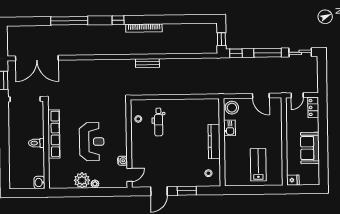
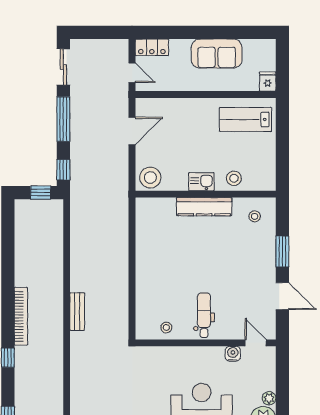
dental chair: (159, 122) -> (204, 315), moved, turned -90
kitchen sink: (229, 128) -> (201, 182), moved
stool: (232, 160) -> (234, 178), added
lab bench: (258, 165) -> (245, 119), moved

